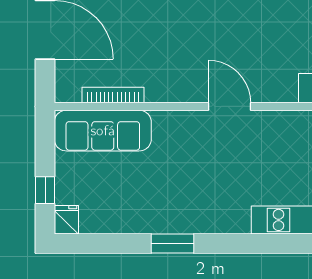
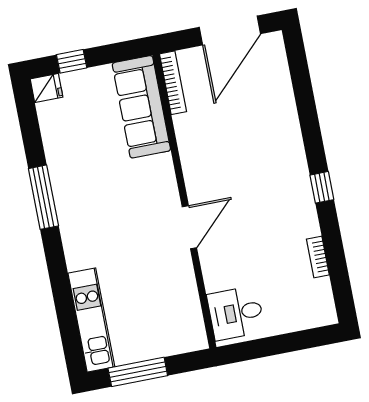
bookcase: (113, 95) -> (173, 83), moved
window: (172, 243) -> (43, 197), width x1.44

